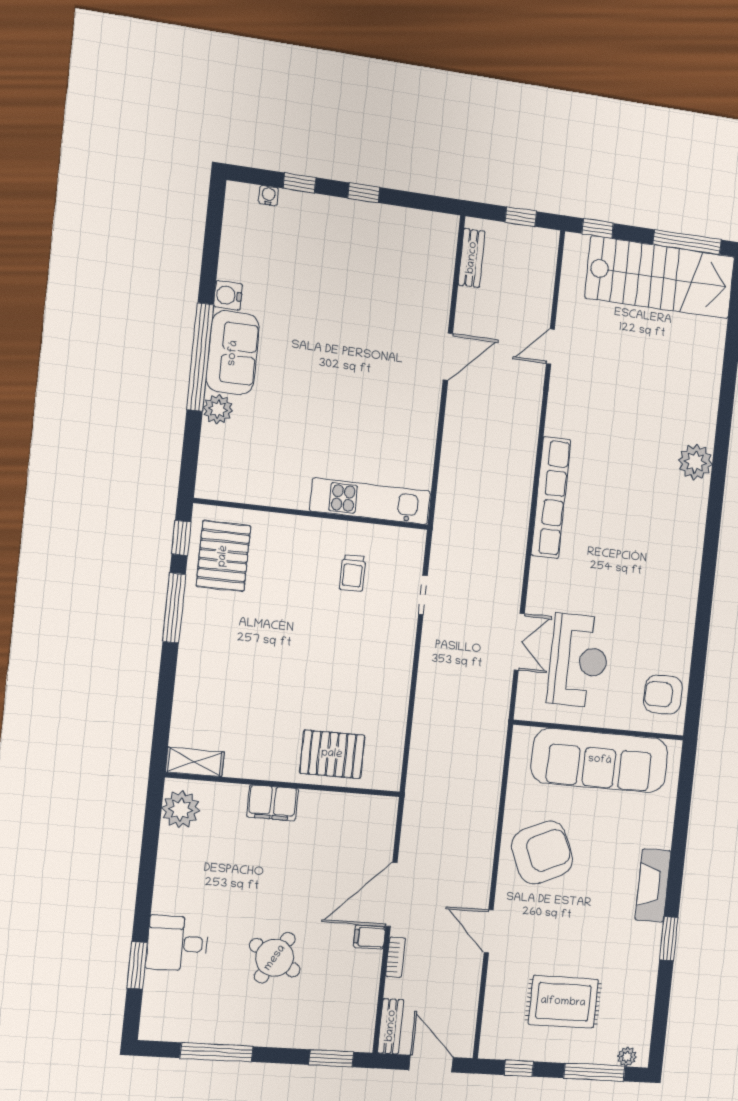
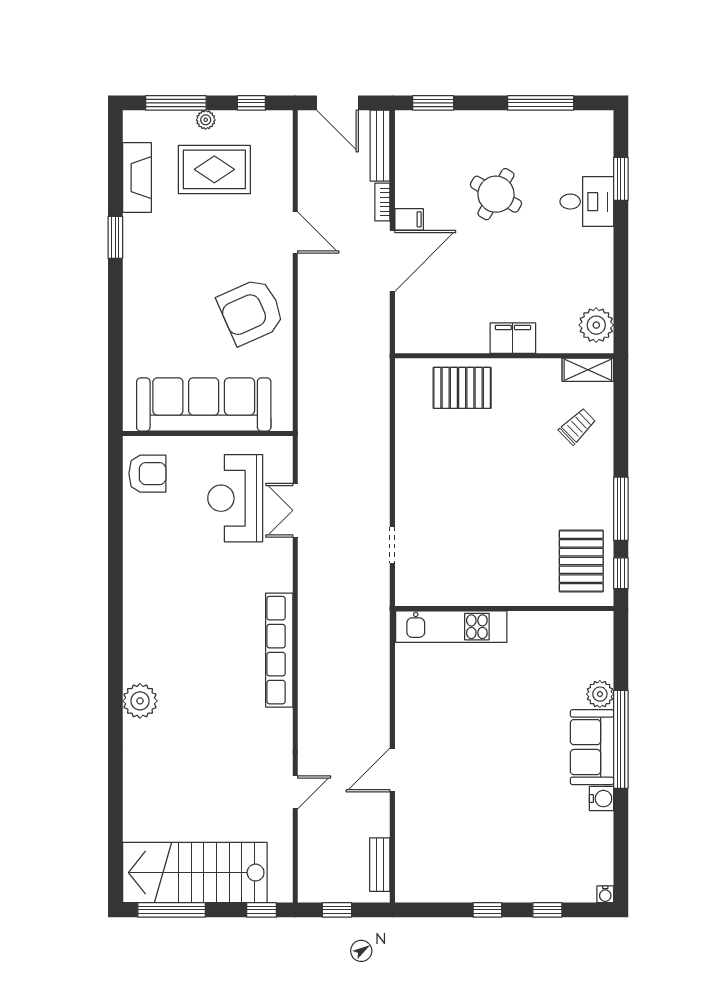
water cooler: (269, 196) -> (605, 894), moved
trolley: (353, 573) -> (577, 426), moved, turned 46
fireplace: (653, 885) -> (137, 178), moved
bench: (391, 1026) -> (380, 146), width x1.36
plant: (627, 1057) -> (206, 120), moved

